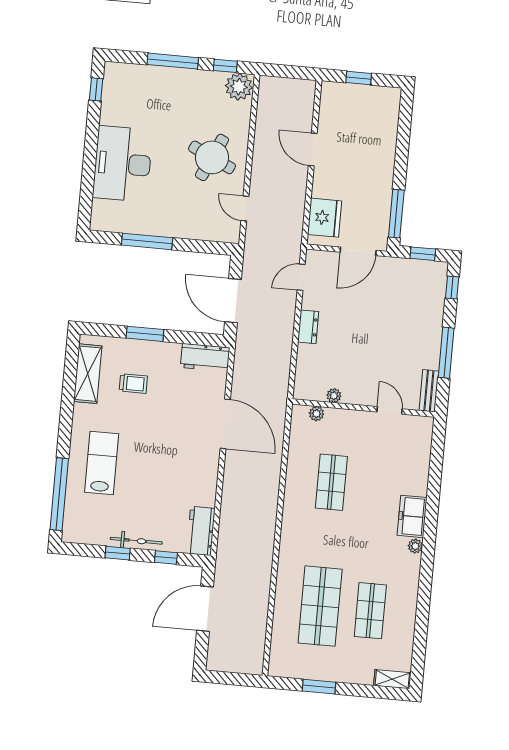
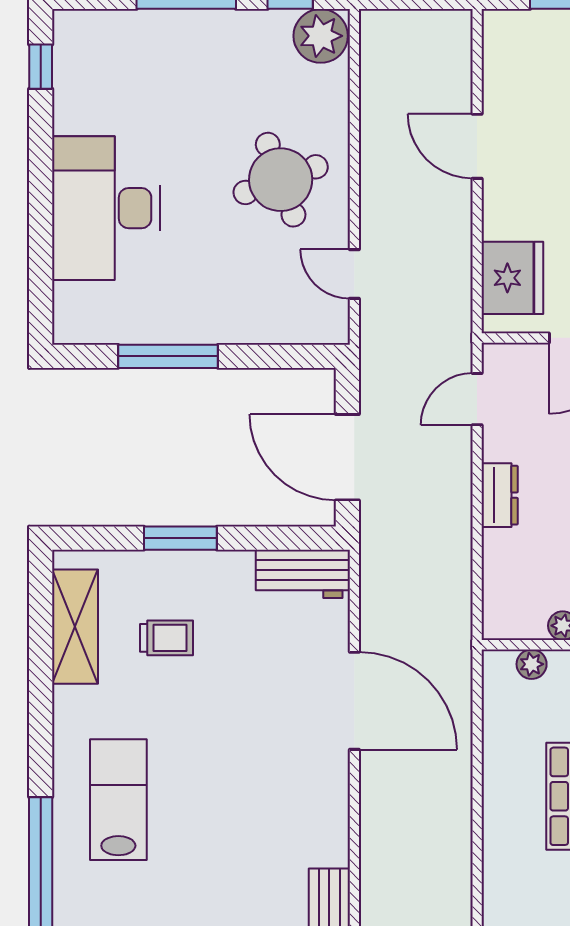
round table: (212, 157) -> (281, 180), turned 45

